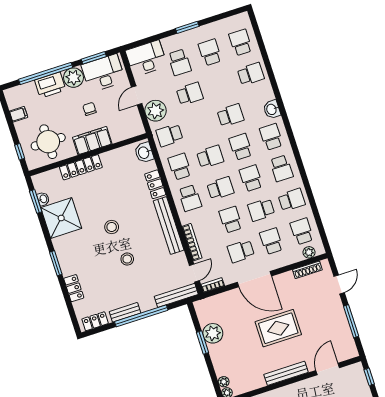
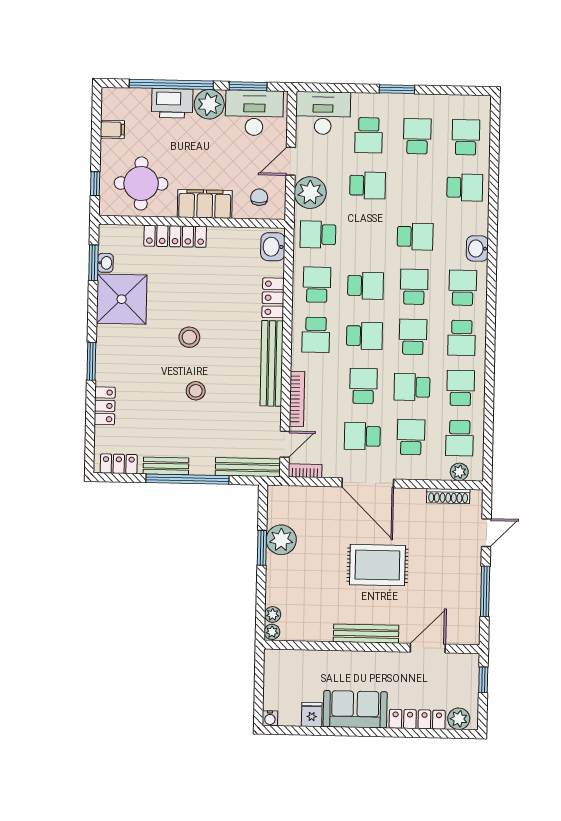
chair: (90, 109) -> (259, 197), moved
school desk: (292, 200) -> (461, 388), turned -90
school desk: (302, 231) -> (460, 438), turned 180

